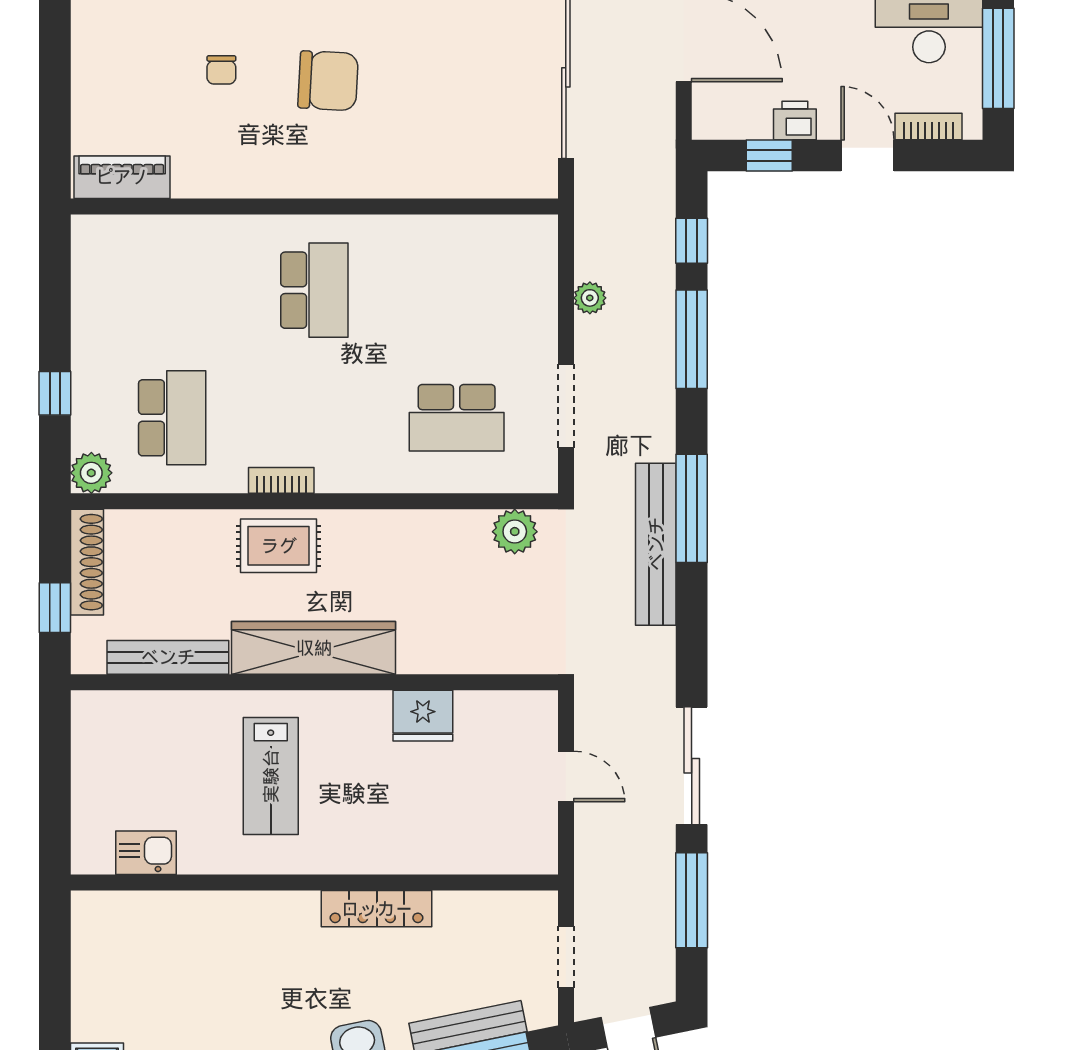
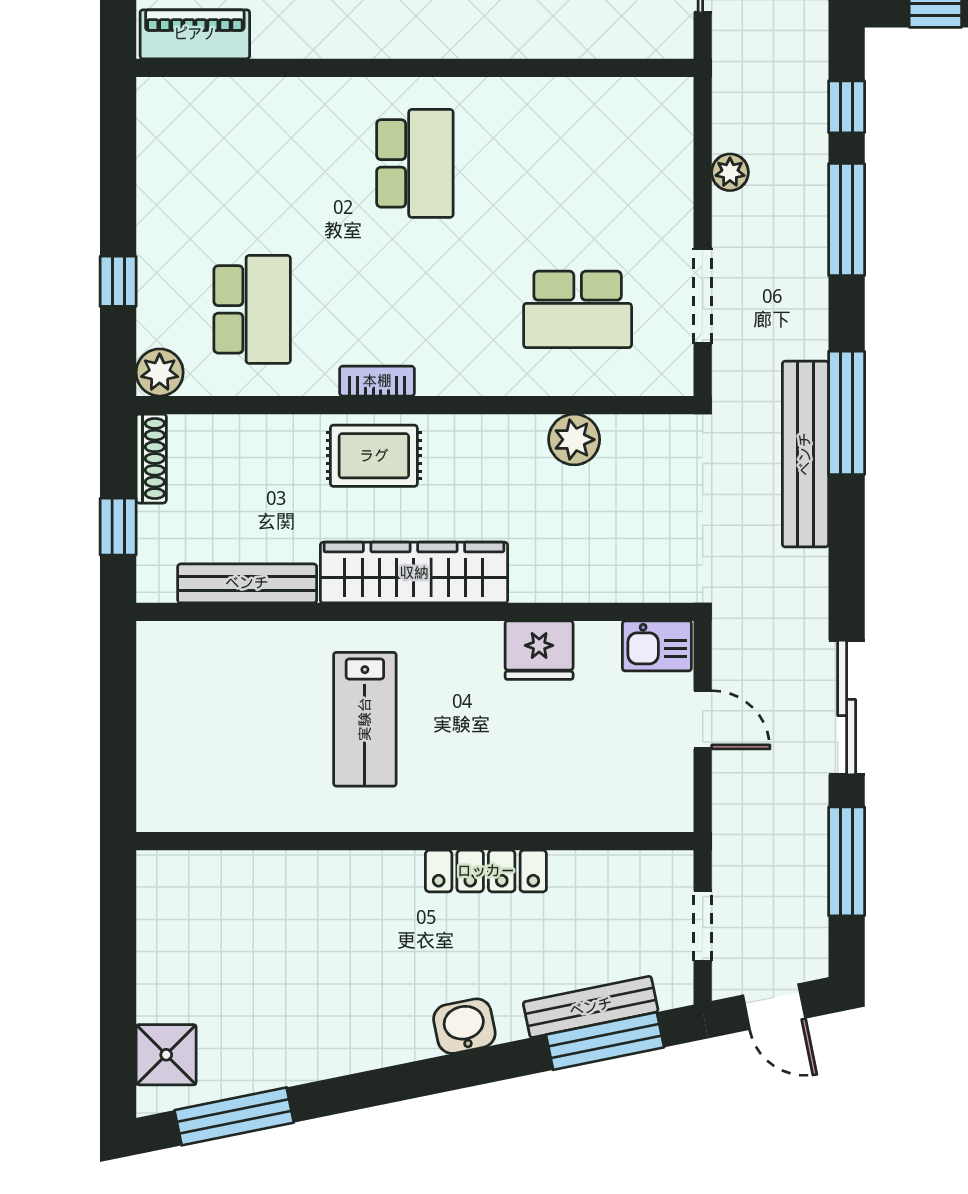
plant: (515, 532) -> (574, 440), moved
shoe rack: (87, 562) -> (151, 459), width x0.74, depth x0.81
kitchen sink: (146, 853) -> (657, 646), moved, turned 180

